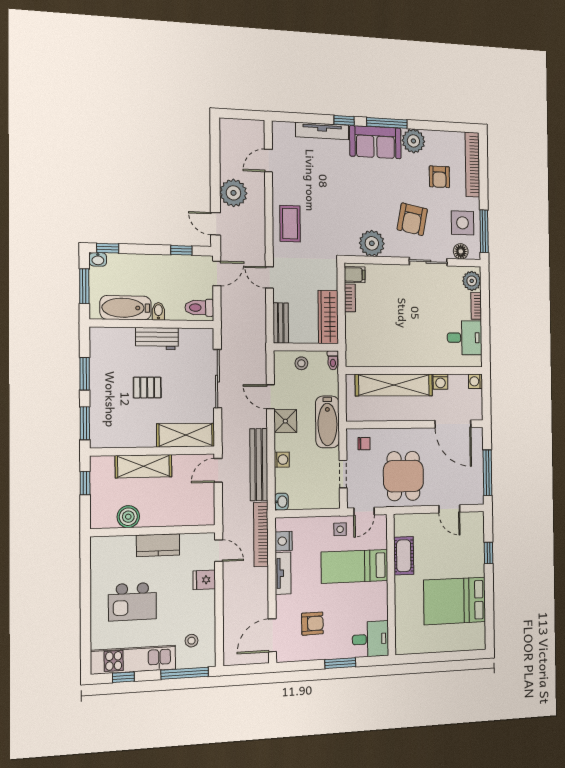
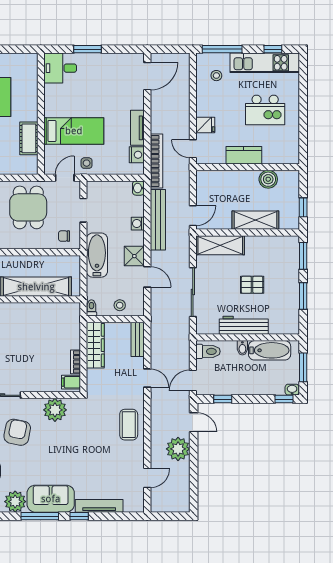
workbench: (157, 339) -> (244, 325), width x1.37
kitchen island: (132, 602) -> (265, 110), turned 180
armchair: (312, 624) -> (112, 84), removed

